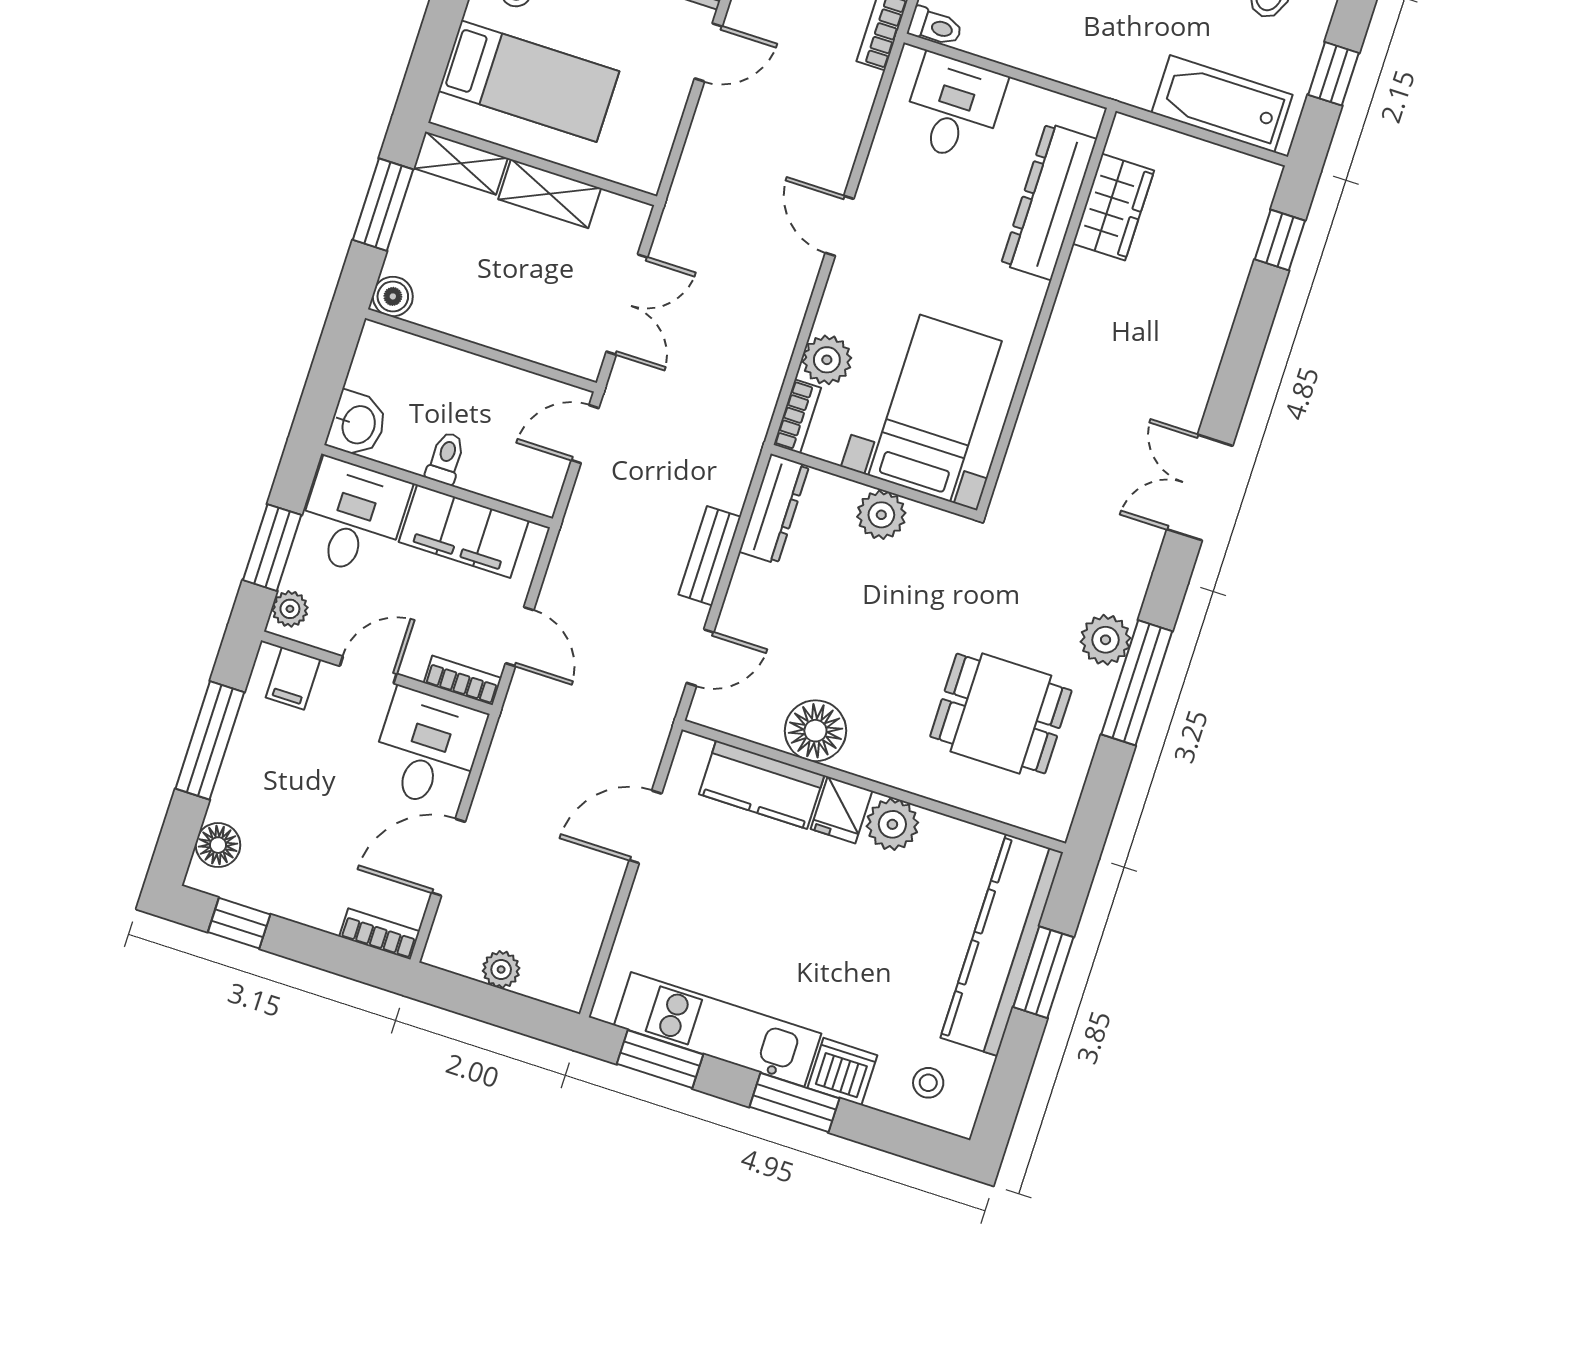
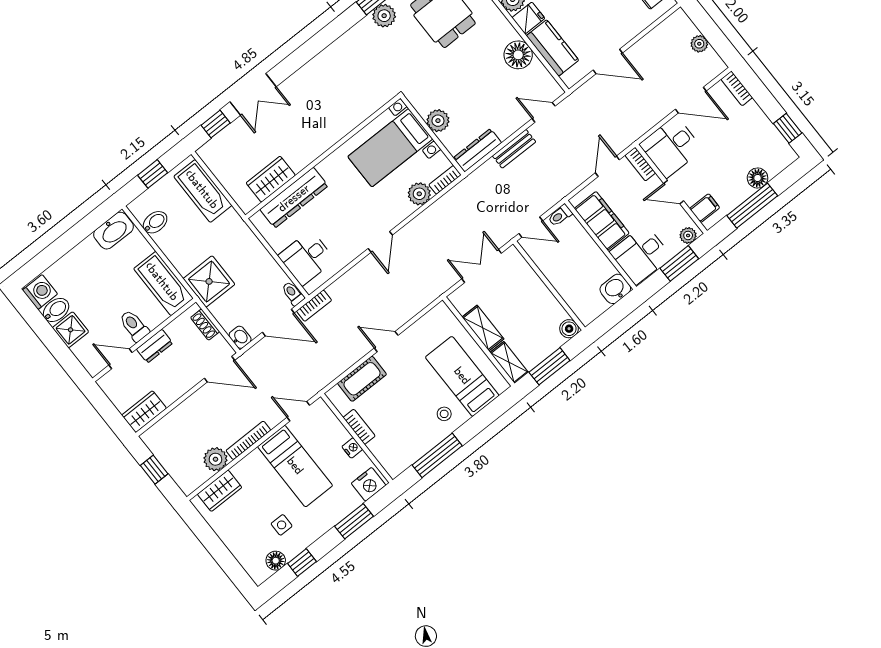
toilet: (446, 458) -> (560, 215), moved
double door: (1200, 488) -> (253, 94), moved
floor lamp: (218, 845) -> (758, 178), moved

